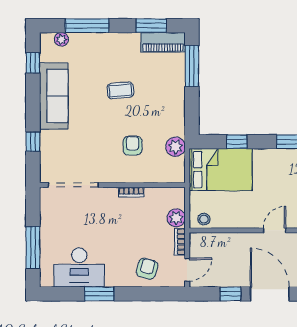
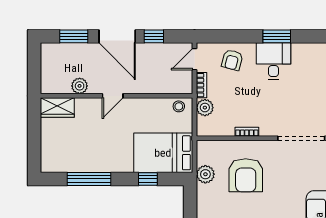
armchair: (132, 146) -> (246, 175), width x1.88, depth x1.88
desk: (79, 268) -> (273, 61), moved, width x0.73

